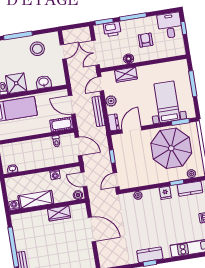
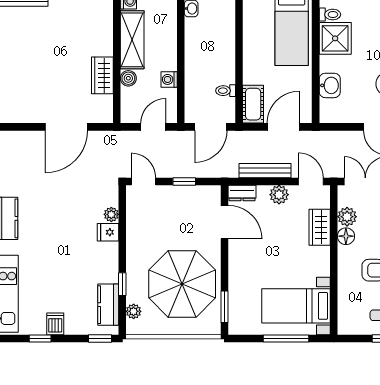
plant: (117, 60) -> (347, 217), added
bed with nightstands: (167, 102) -> (296, 306), moved, turned 180
fridge: (165, 193) -> (108, 232), moved
boiler: (78, 195) -> (128, 78), moved

